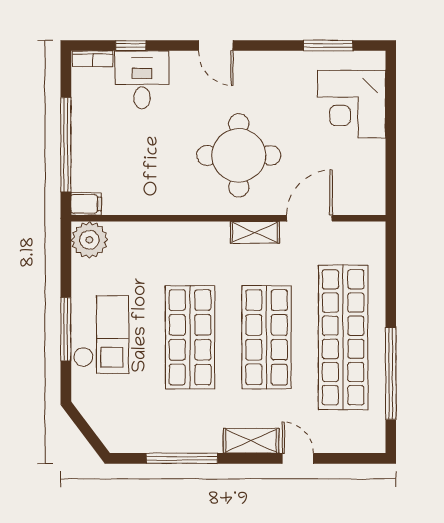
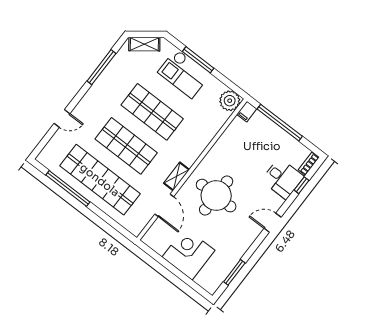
corner desk: (352, 104) -> (188, 254), moved
shelving: (251, 441) -> (144, 44), moved, turned 53

